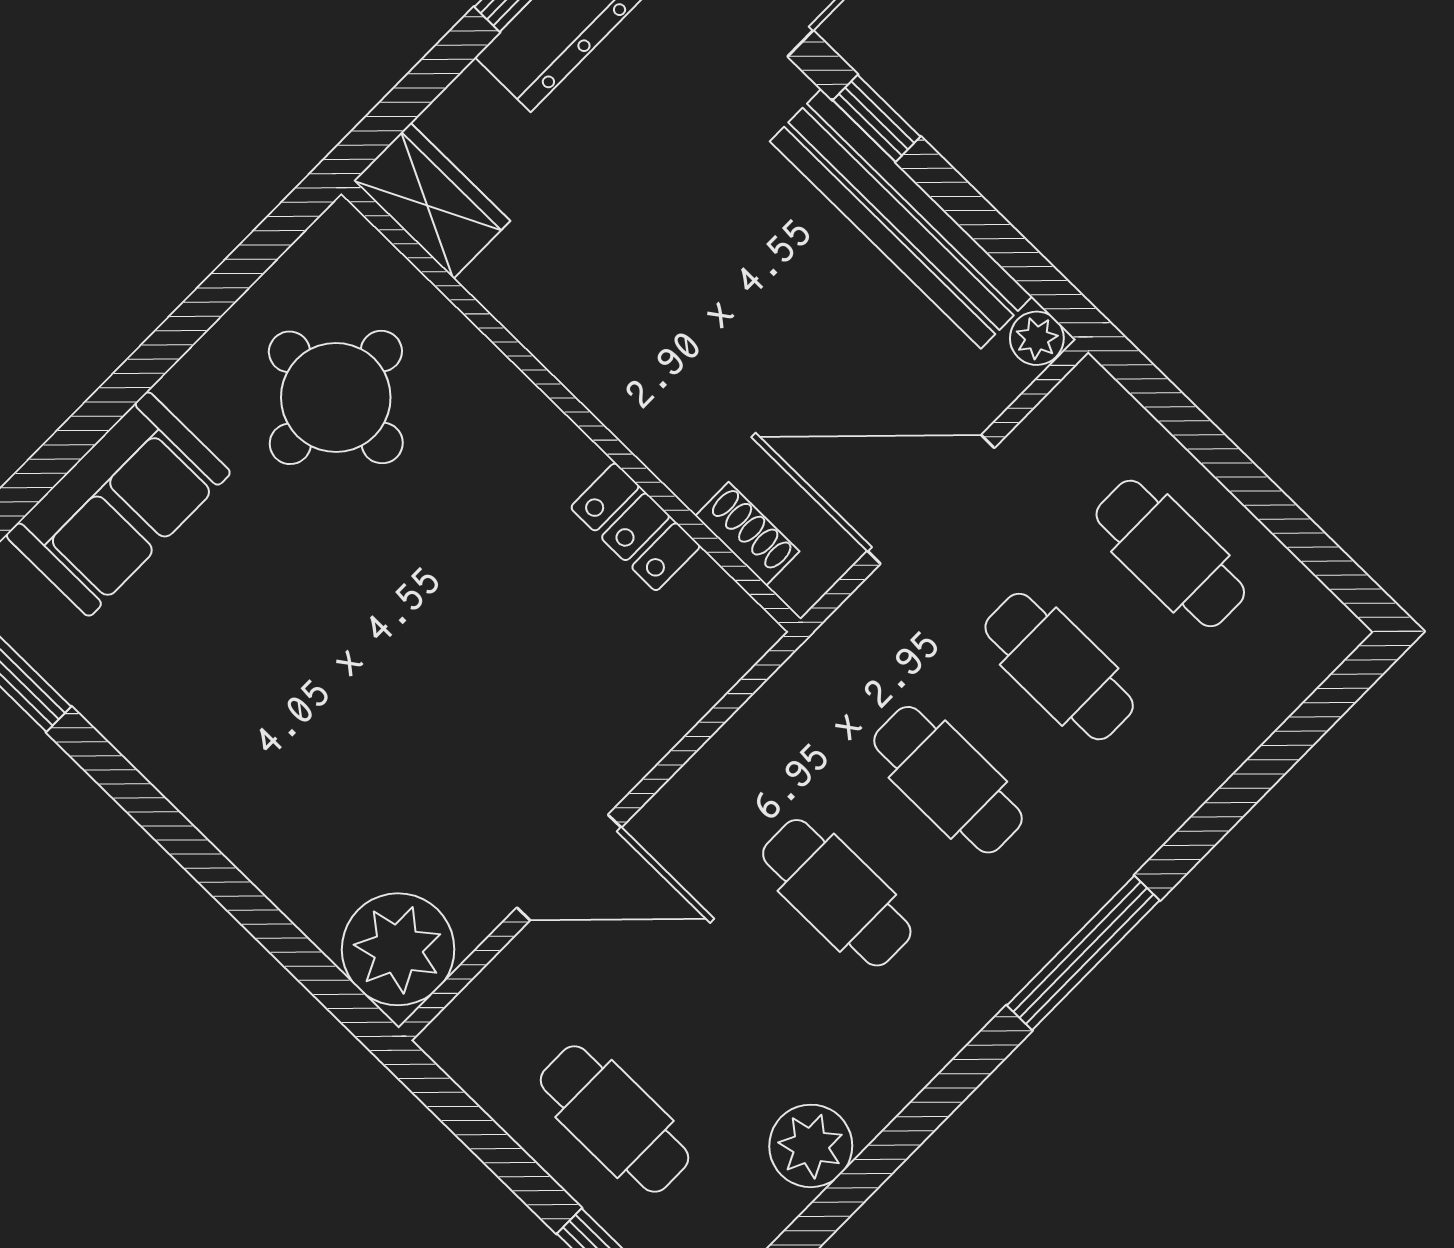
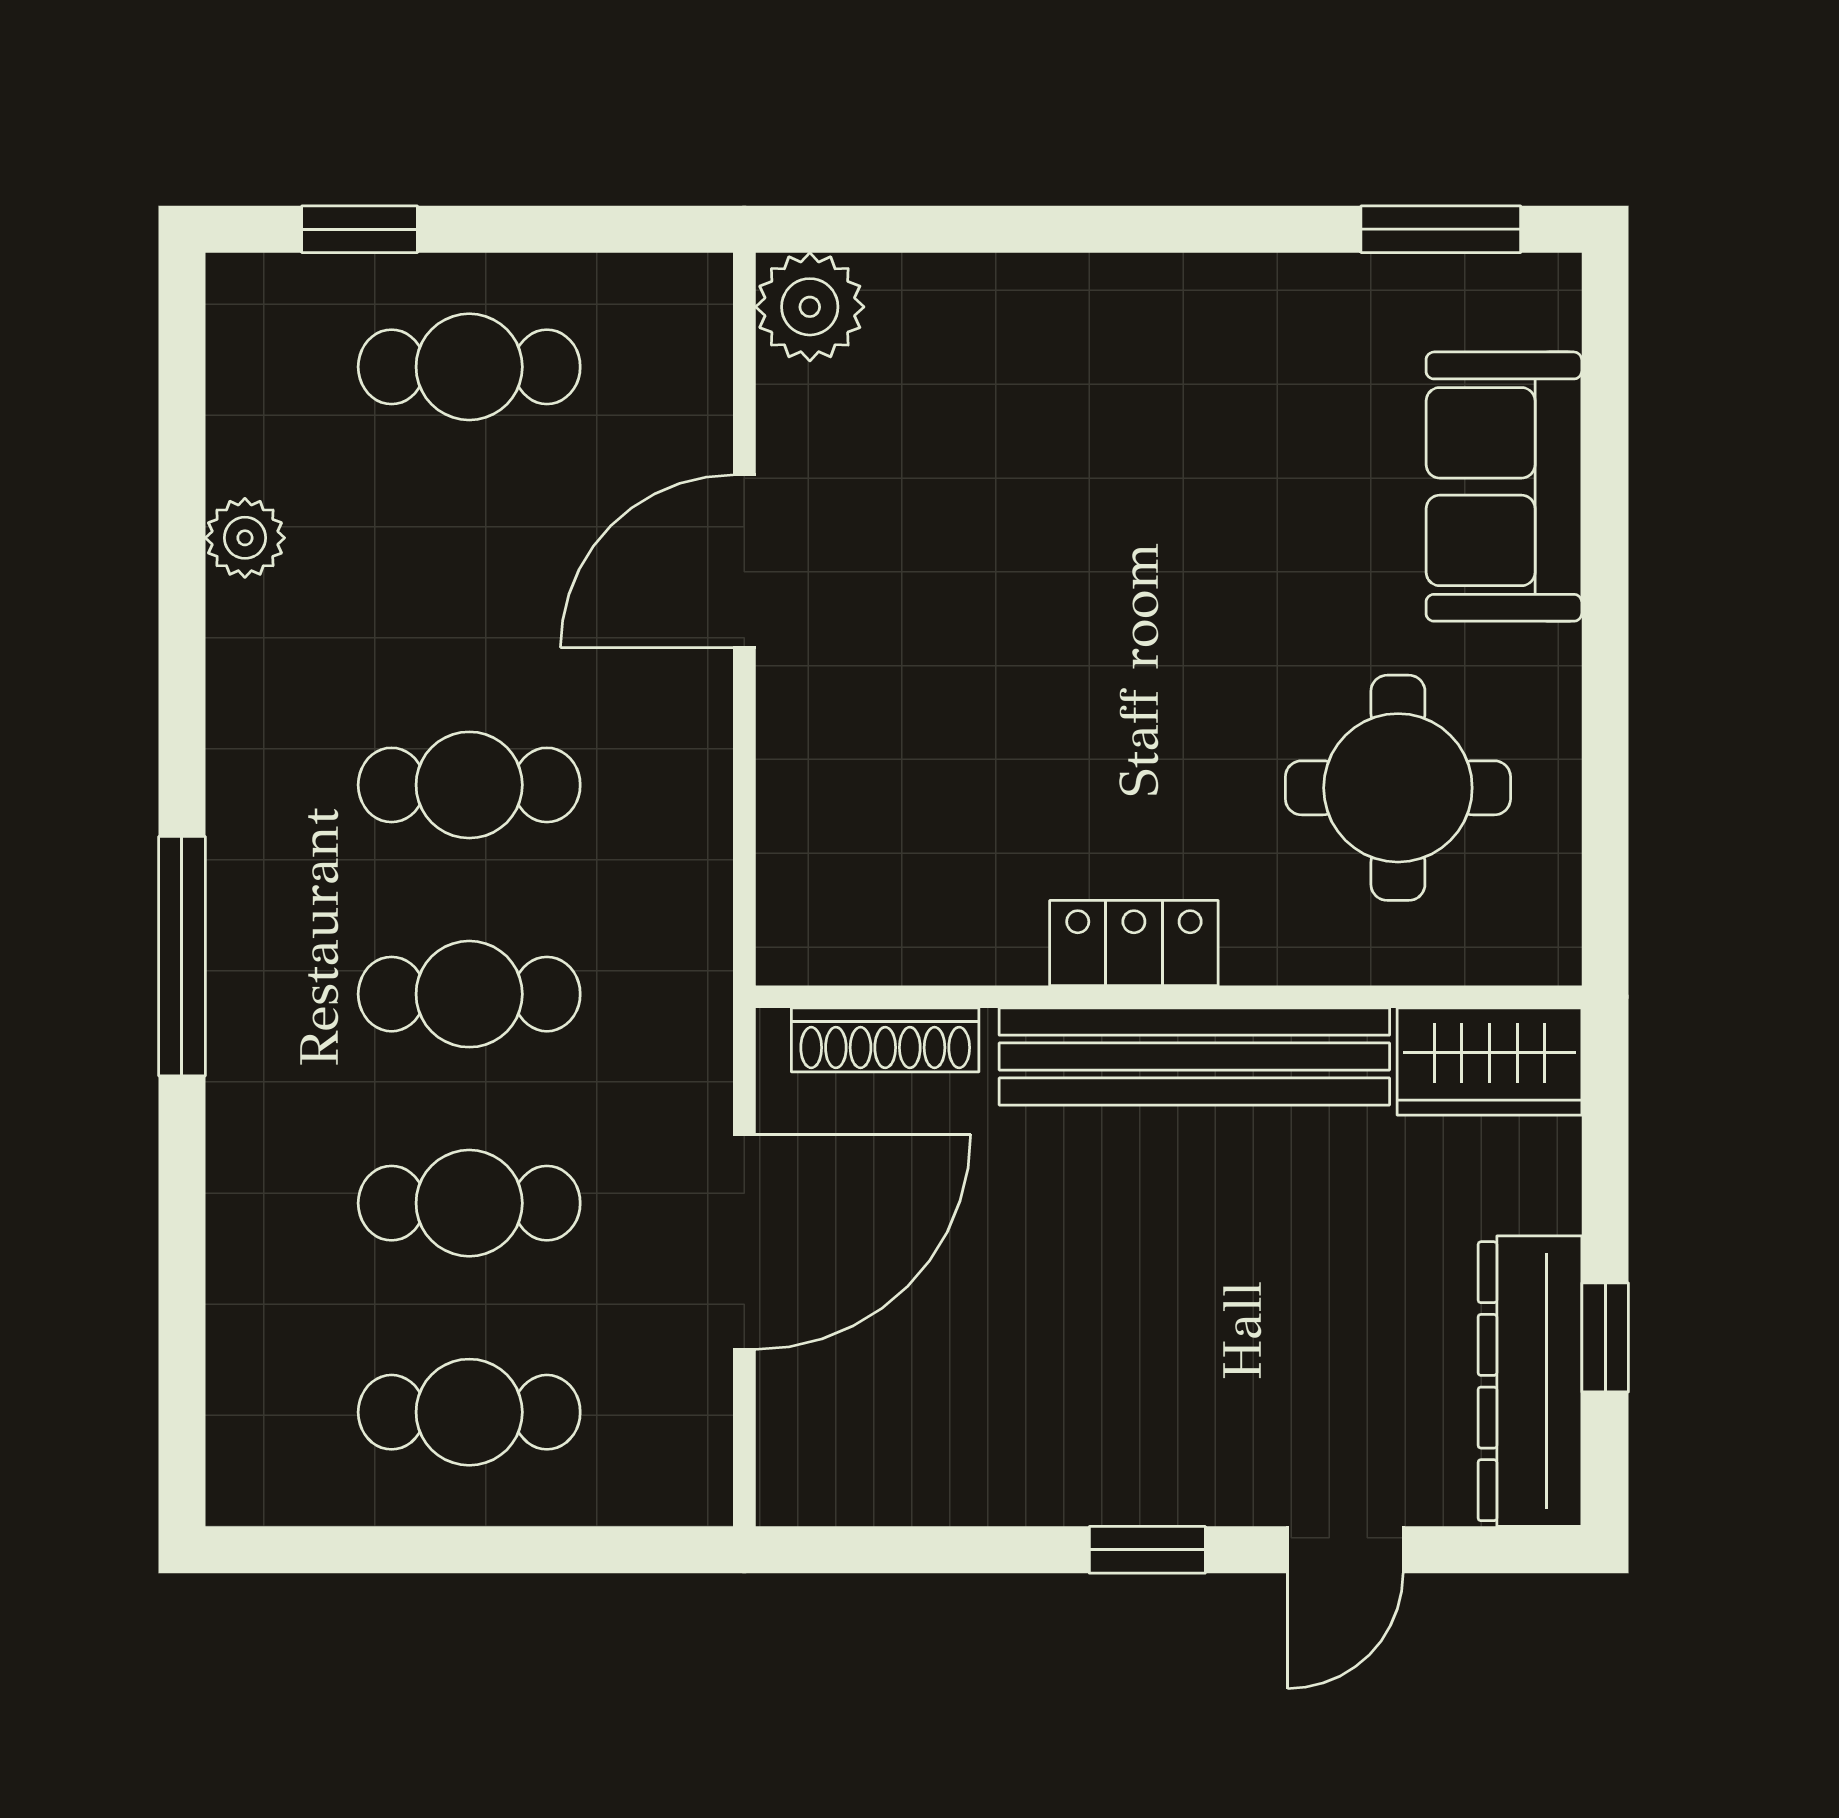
bench: (901, 219) -> (1194, 1057), moved
plant: (1037, 338) -> (793, 1491), removed
locker: (635, 527) -> (1134, 943), moved
shoe rack: (747, 534) -> (885, 1040), width x1.43
plant: (398, 949) -> (810, 307), width x0.73, depth x0.73
plant: (811, 1146) -> (245, 538), width x0.73, depth x0.73

